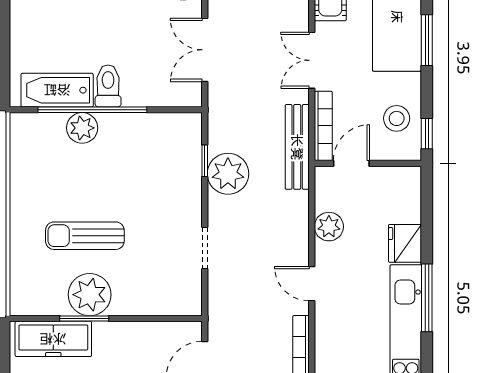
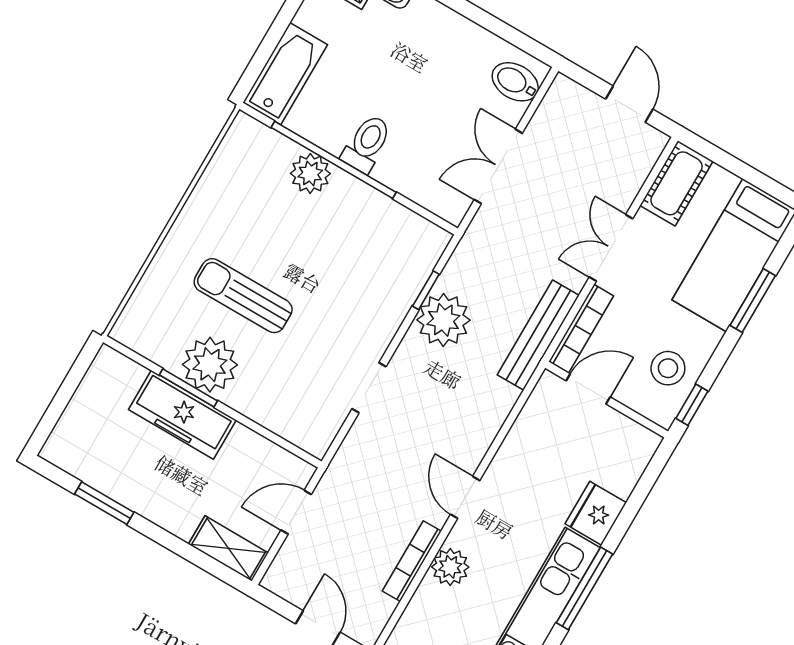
bathtub: (57, 90) -> (285, 74), moved, turned 90
plant: (329, 227) -> (450, 567), moved
freezer: (53, 339) -> (182, 415), moved

